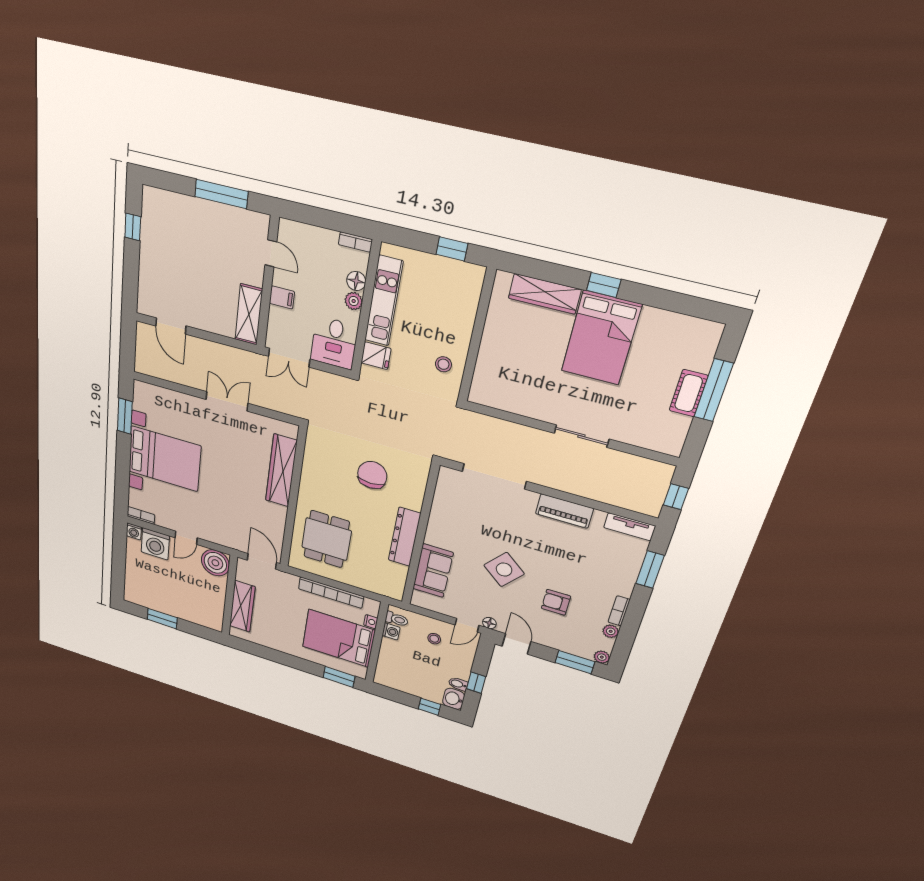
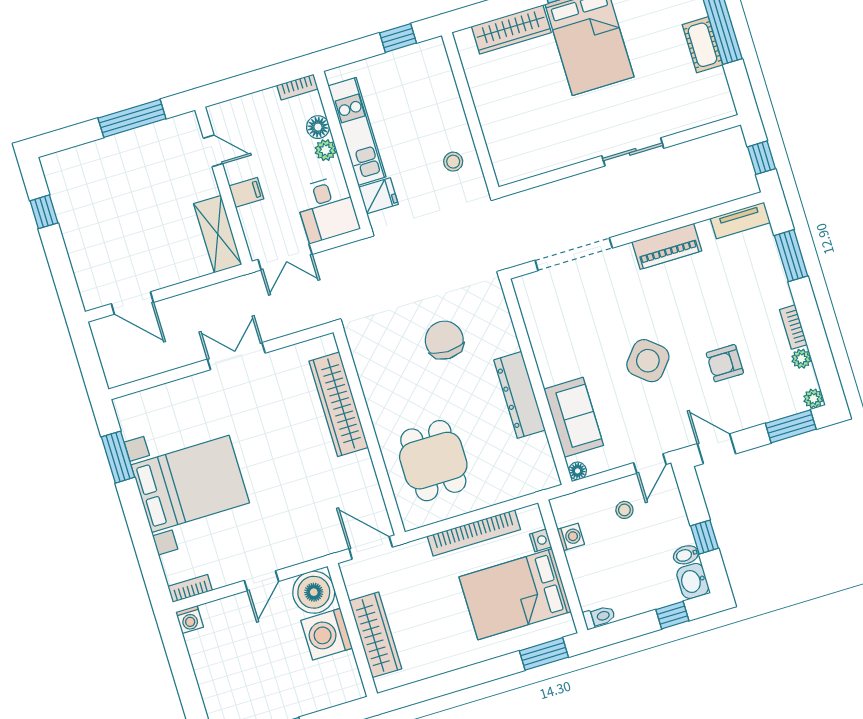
washing machine: (155, 544) -> (327, 634), moved, turned 90
toilet: (397, 619) -> (599, 617), moved
floor lamp: (489, 623) -> (578, 471), moved

